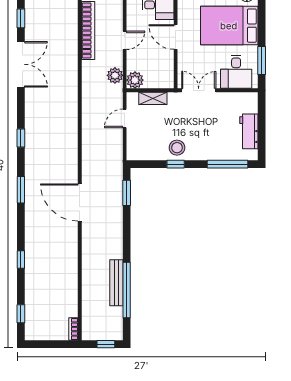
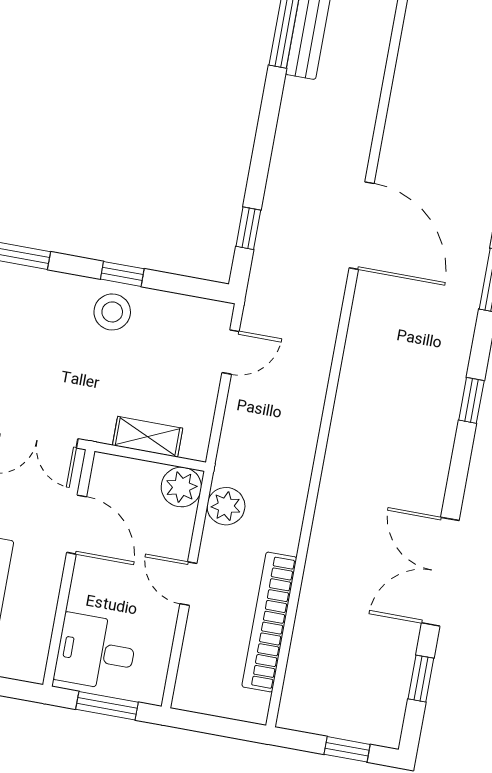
door: (176, 37) -> (77, 525), moved
door: (125, 40) -> (188, 584), hinge flipped
door: (125, 118) -> (231, 352), moved
window: (127, 193) -> (248, 228), width x0.67

